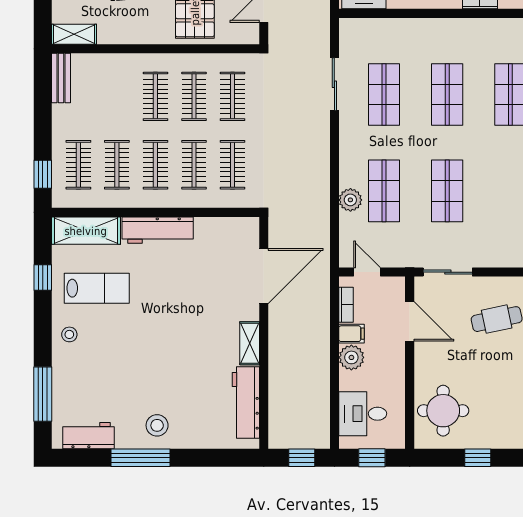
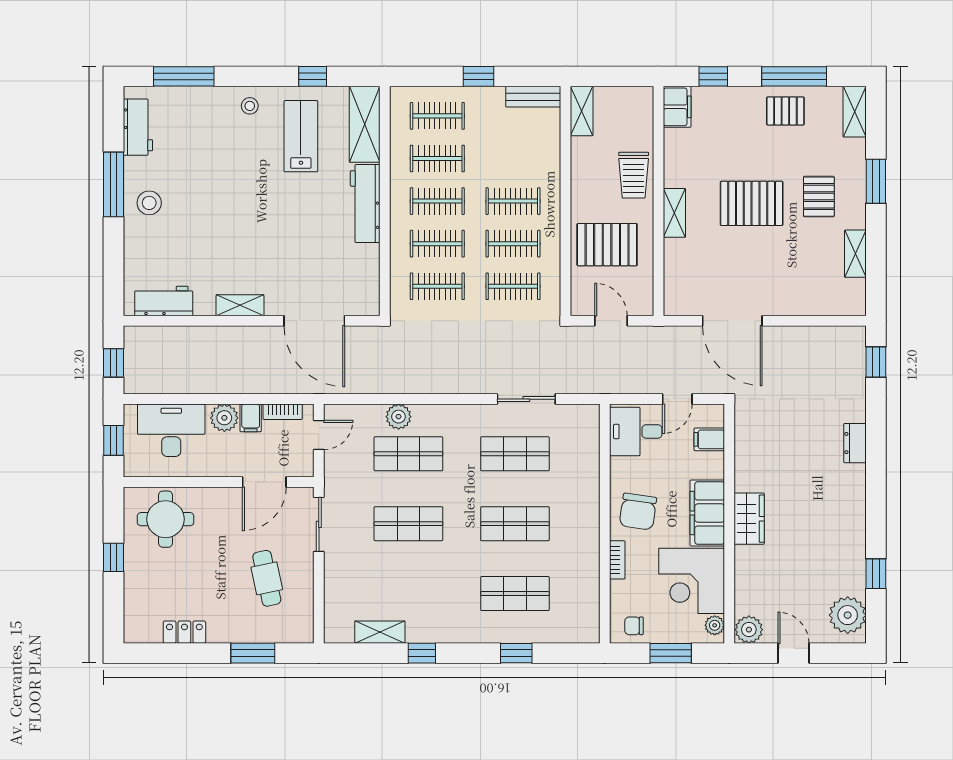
window: (43, 174) -> (478, 76), moved
lab bench: (97, 288) -> (301, 136), turned 180
workbench: (246, 402) -> (164, 301), width x0.73
desk: (363, 414) -> (171, 430), width x1.37

